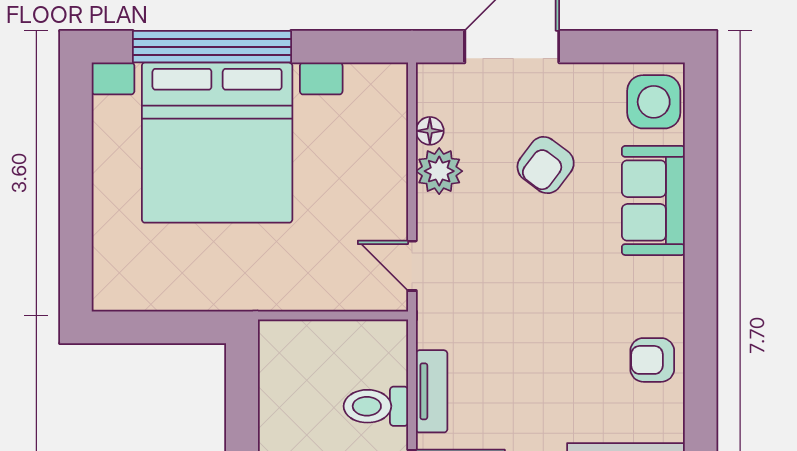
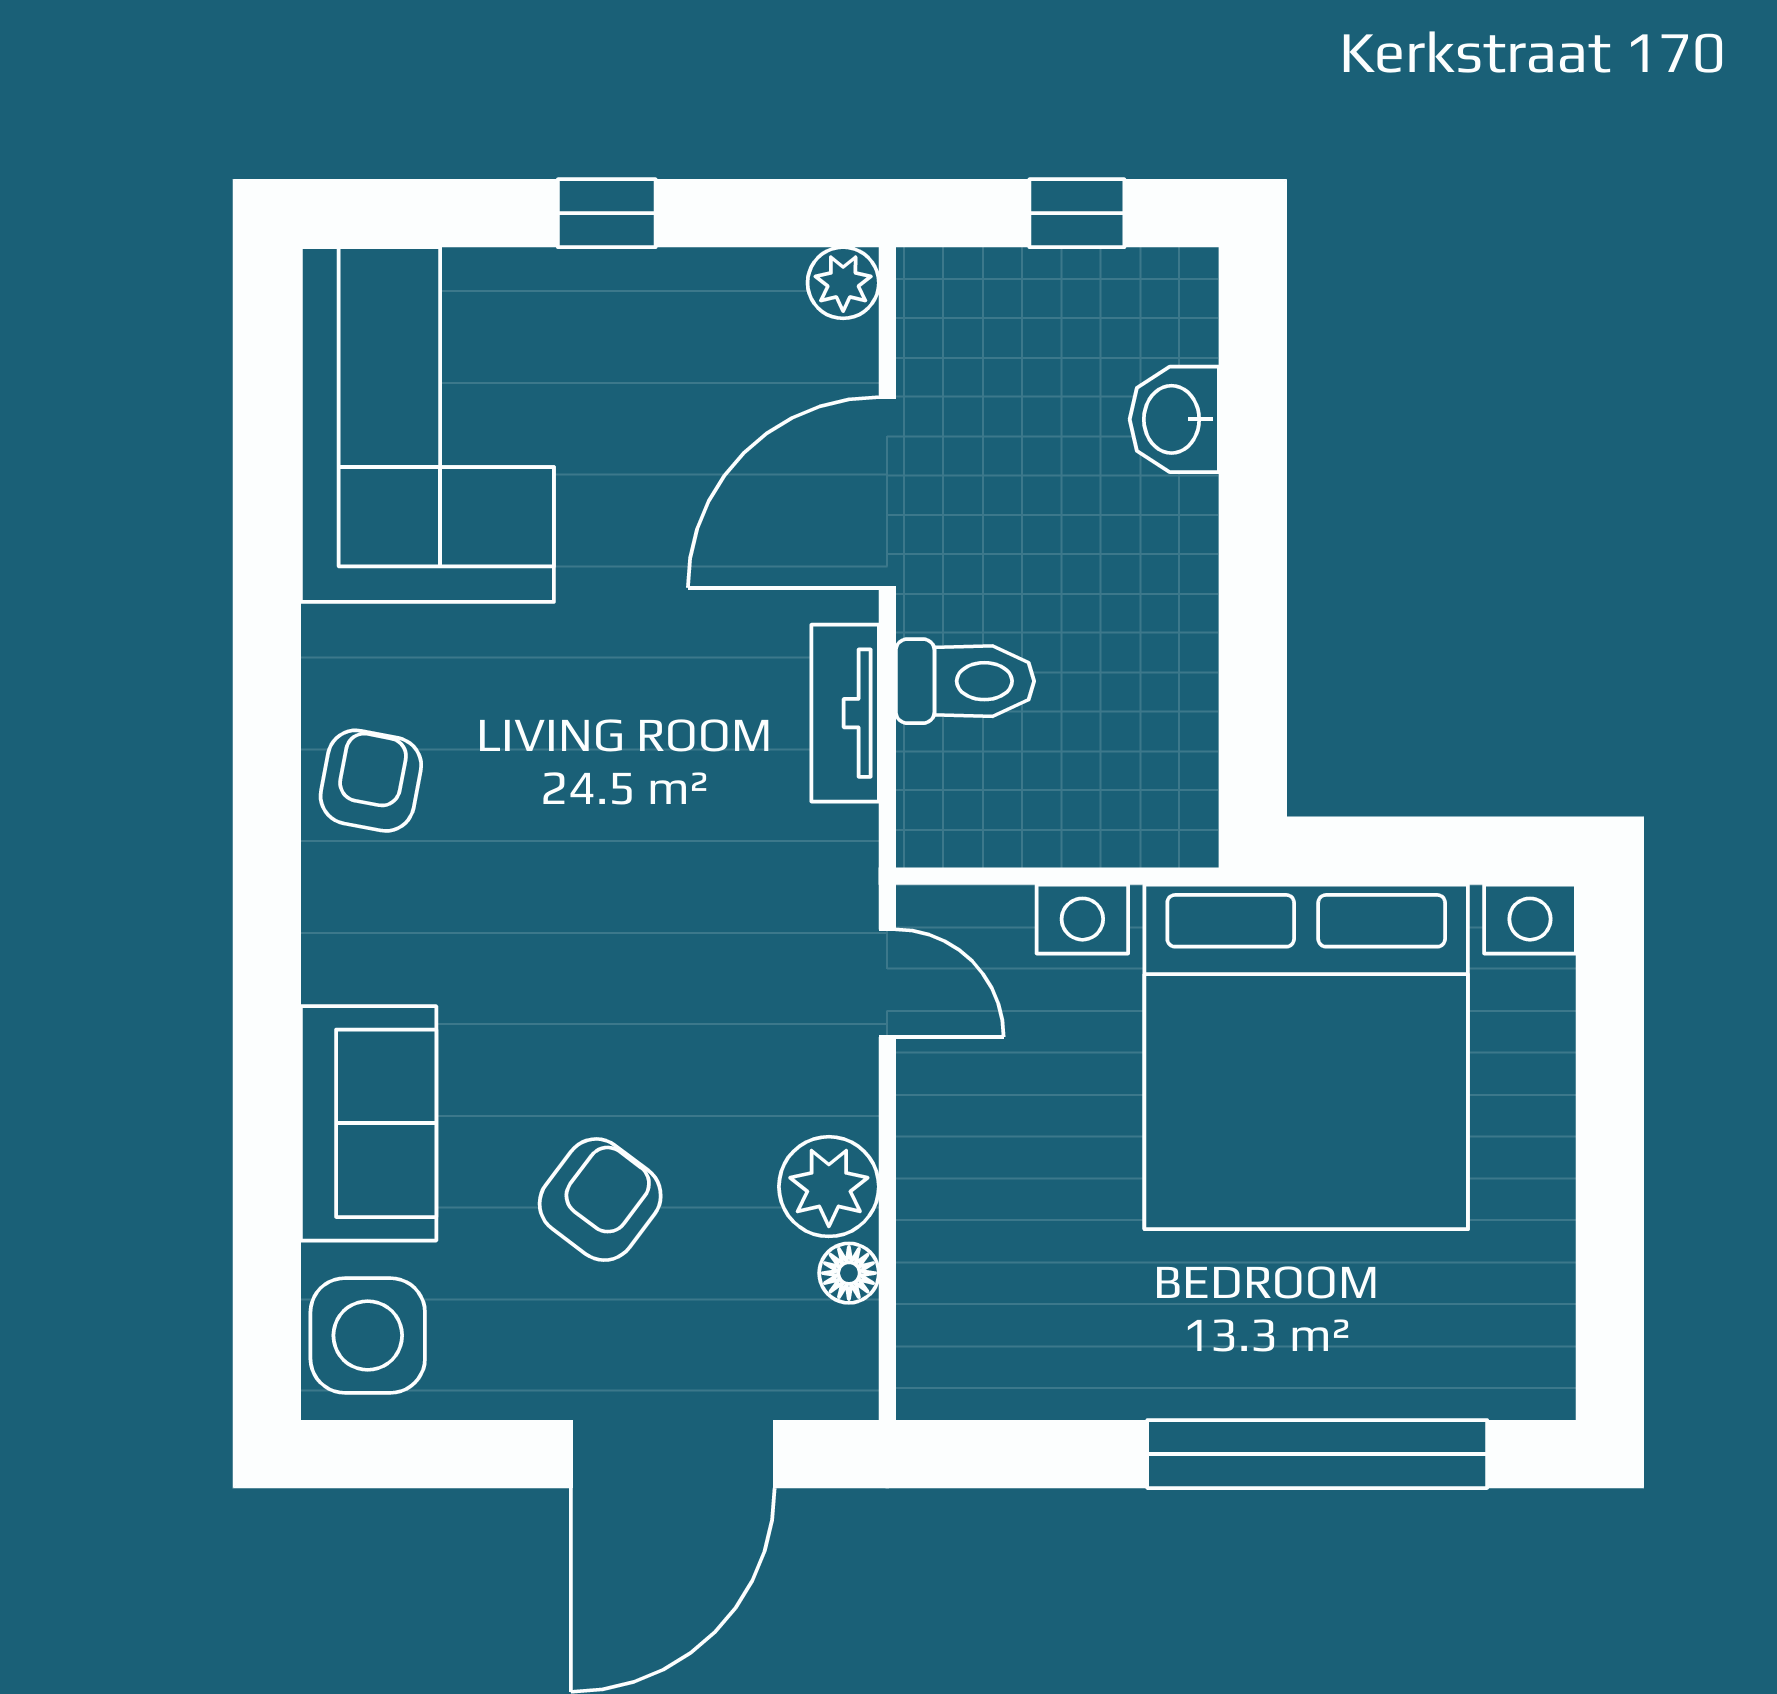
bed with nightstands: (217, 143) -> (1306, 1057), moved, turned 180
armchair: (652, 360) -> (371, 781), turned -79

